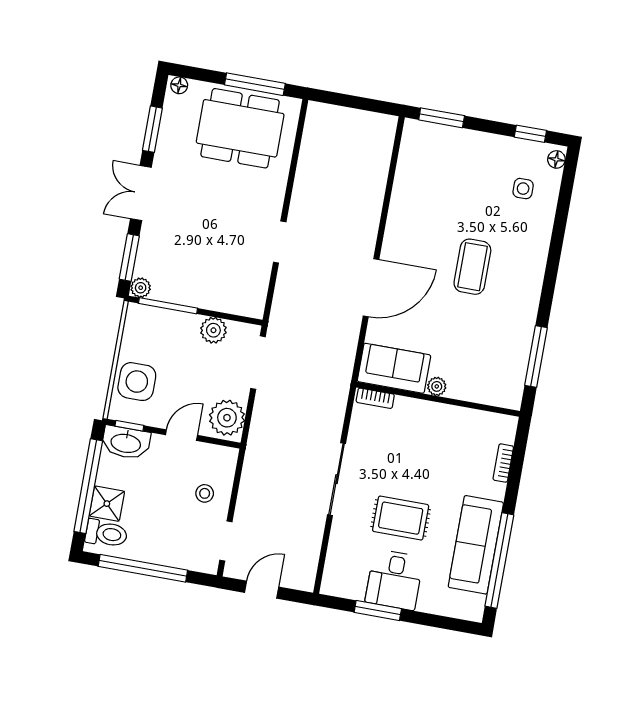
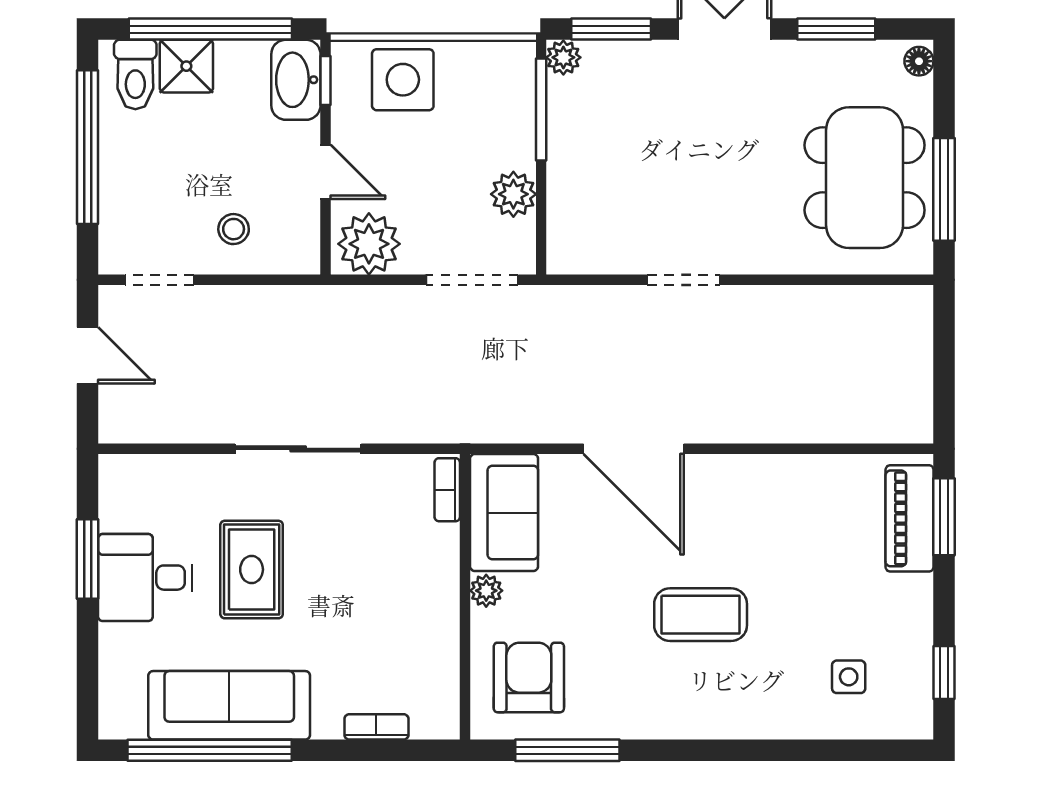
piano: (439, 138) -> (910, 518), added
floor lamp: (556, 159) -> (908, 725), removed
armchair: (491, 371) -> (529, 677), added

